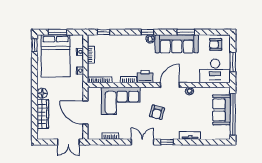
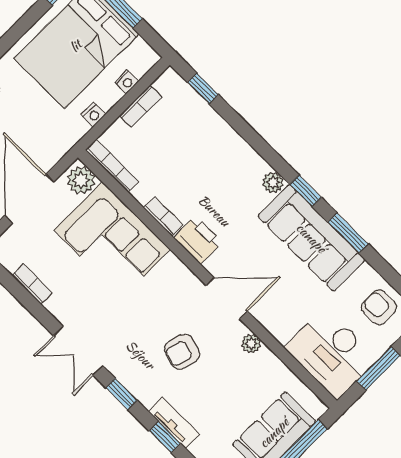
window: (147, 32) -> (306, 191), moved
plant: (95, 93) -> (81, 180), added
armchair: (157, 112) -> (182, 352), moved
double door: (142, 142) -> (78, 351), swing flipped
window: (192, 142) -> (165, 437), added

